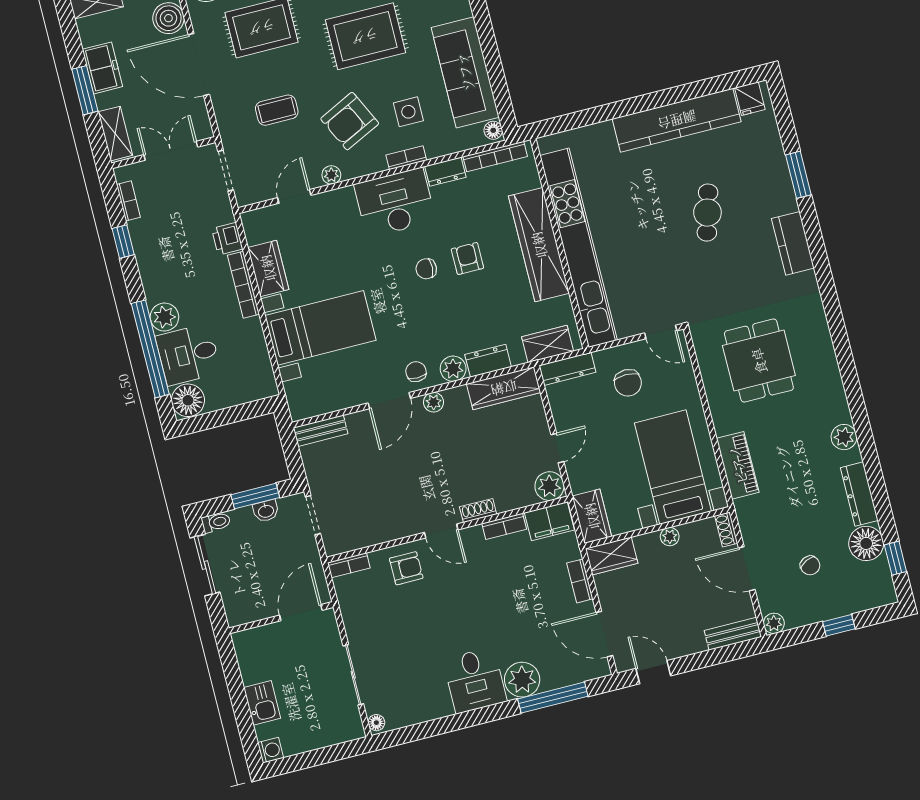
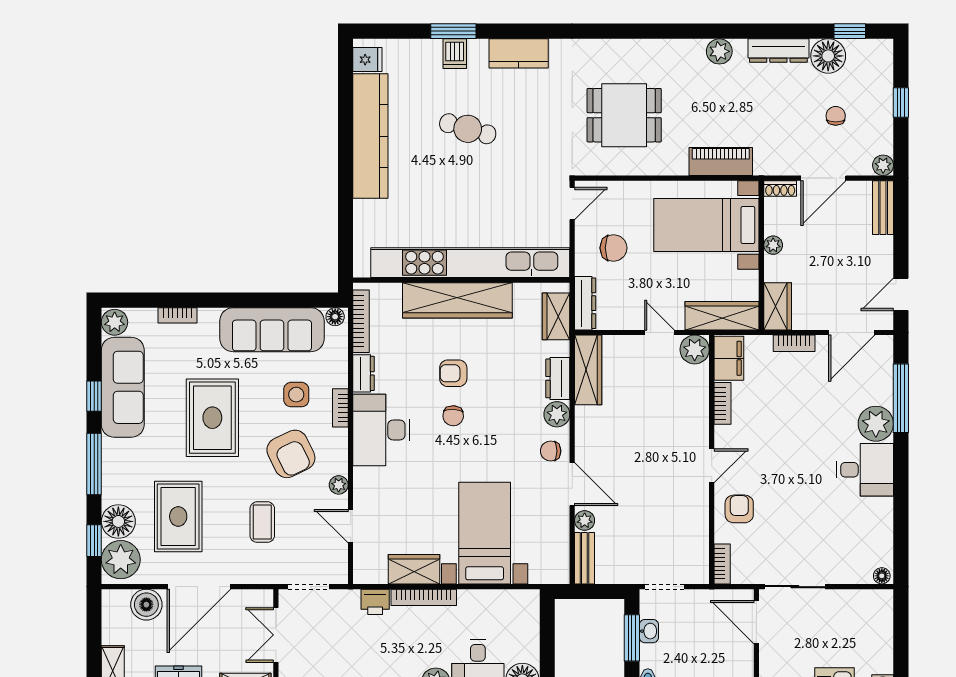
dishwasher: (777, 182) -> (455, 54), added
plant: (434, 402) -> (585, 520), moved
shoe rack: (478, 511) -> (701, 425), removed
wardrobe: (592, 516) -> (722, 316), width x1.50
chair: (810, 565) -> (836, 116), turned -64
sliding door: (353, 675) -> (795, 587), moved

